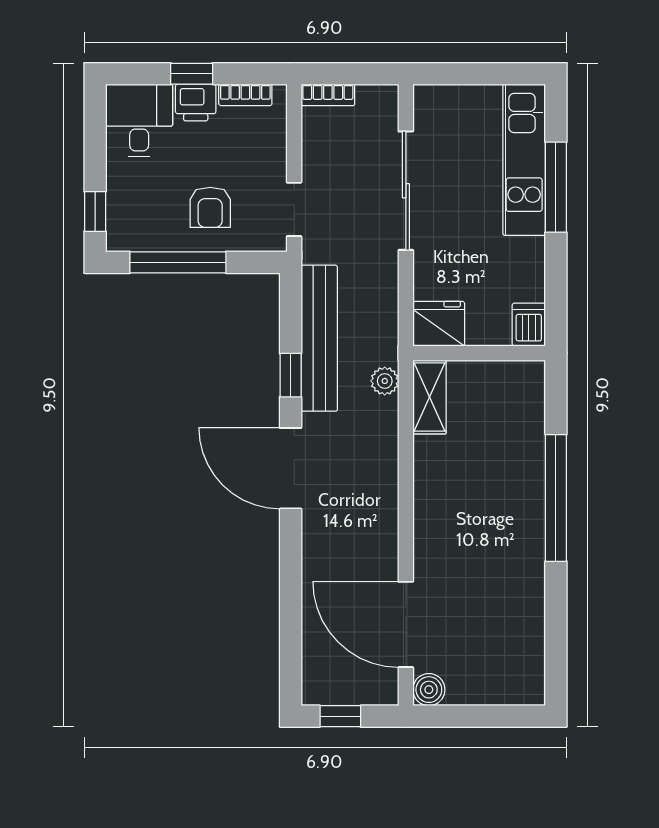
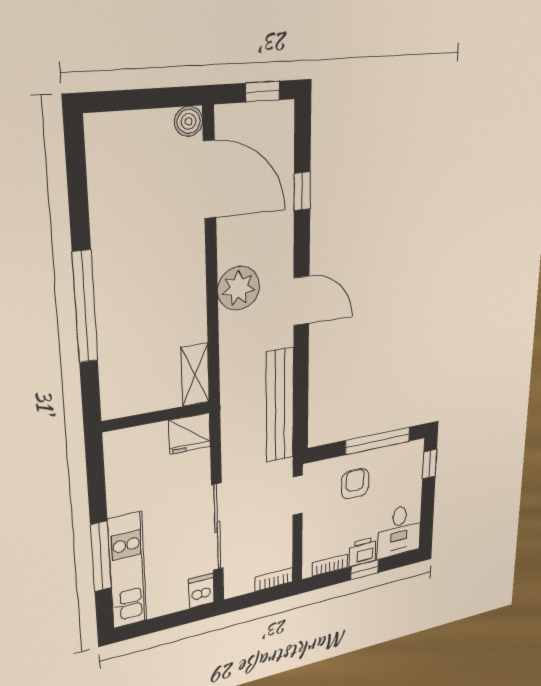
dishwasher: (529, 325) -> (201, 591), moved, turned 180
window: (291, 375) -> (302, 191), moved
plant: (385, 381) -> (239, 288), moved, width x1.88, depth x1.88
door: (291, 468) -> (301, 301), width x0.73

